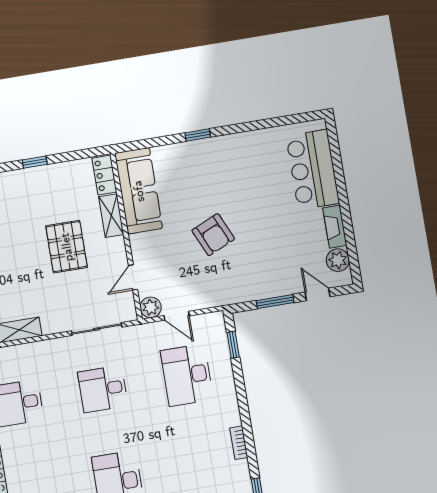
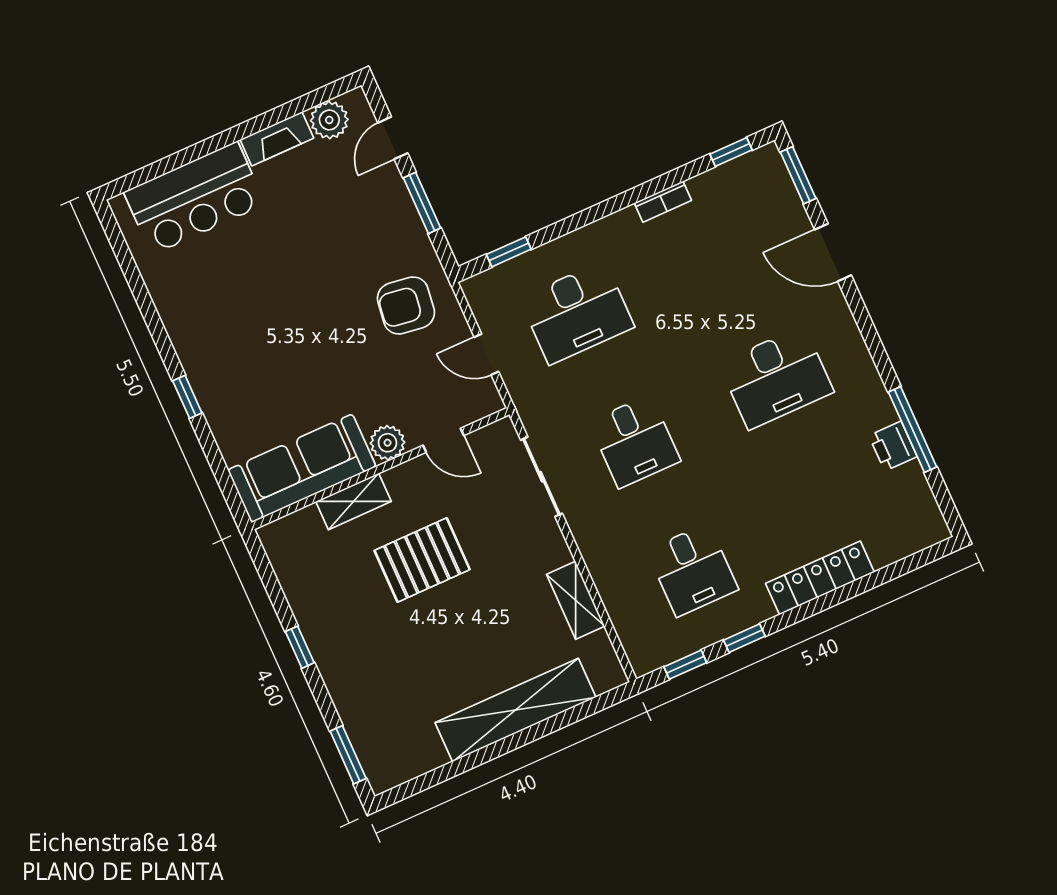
locker: (104, 175) -> (291, 530), removed
armchair: (213, 235) -> (406, 305), moved, turned -148
plant: (151, 307) -> (388, 443), moved
door: (177, 316) -> (486, 354), swing flipped

